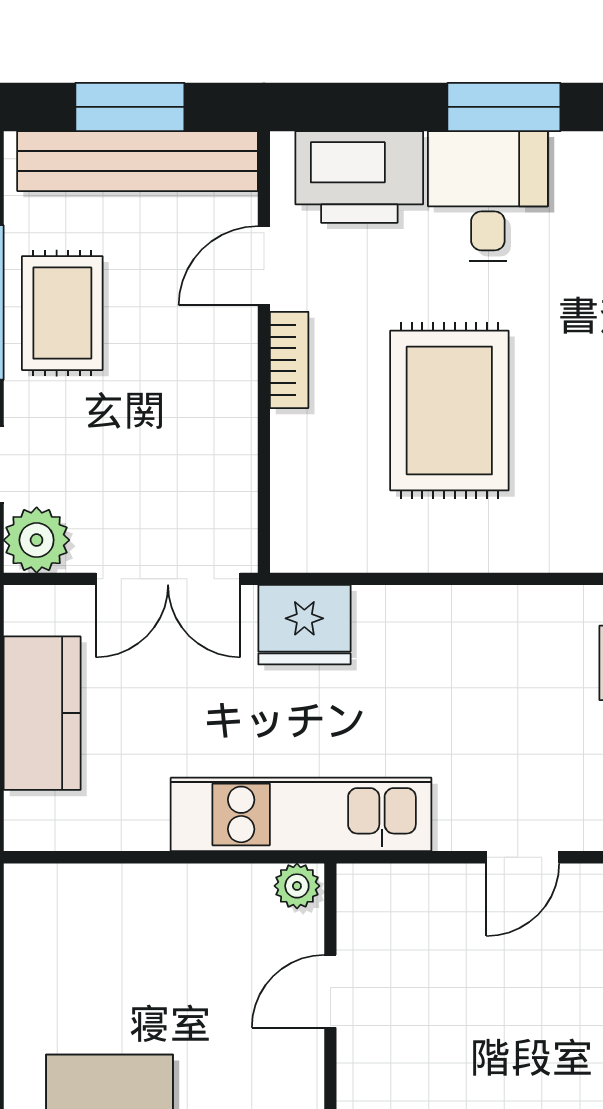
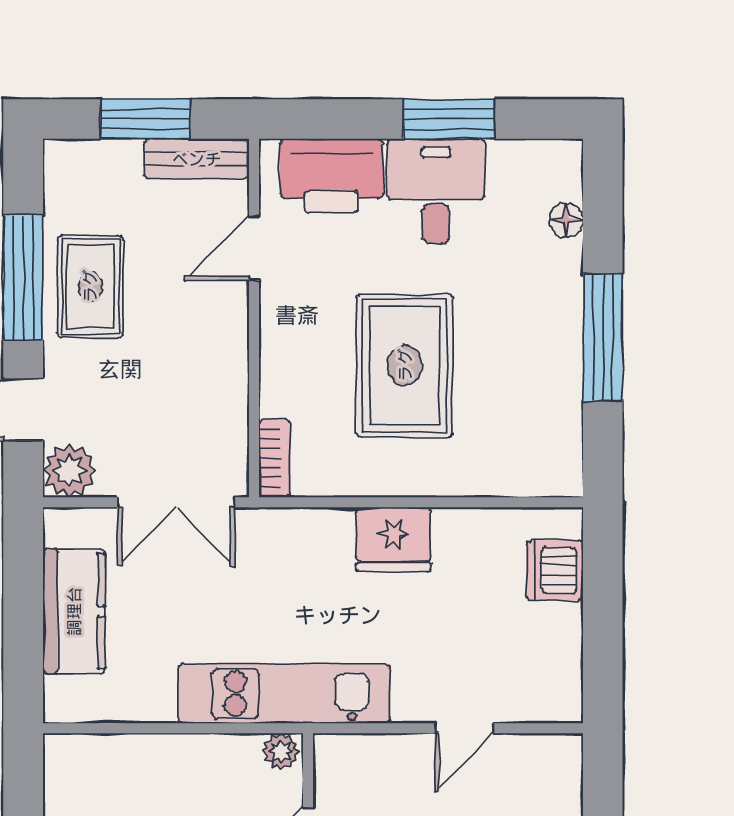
bench: (138, 161) -> (197, 159), width x0.54, depth x0.82
bookcase: (289, 360) -> (275, 458), moved
fridge: (304, 625) -> (393, 539), moved

